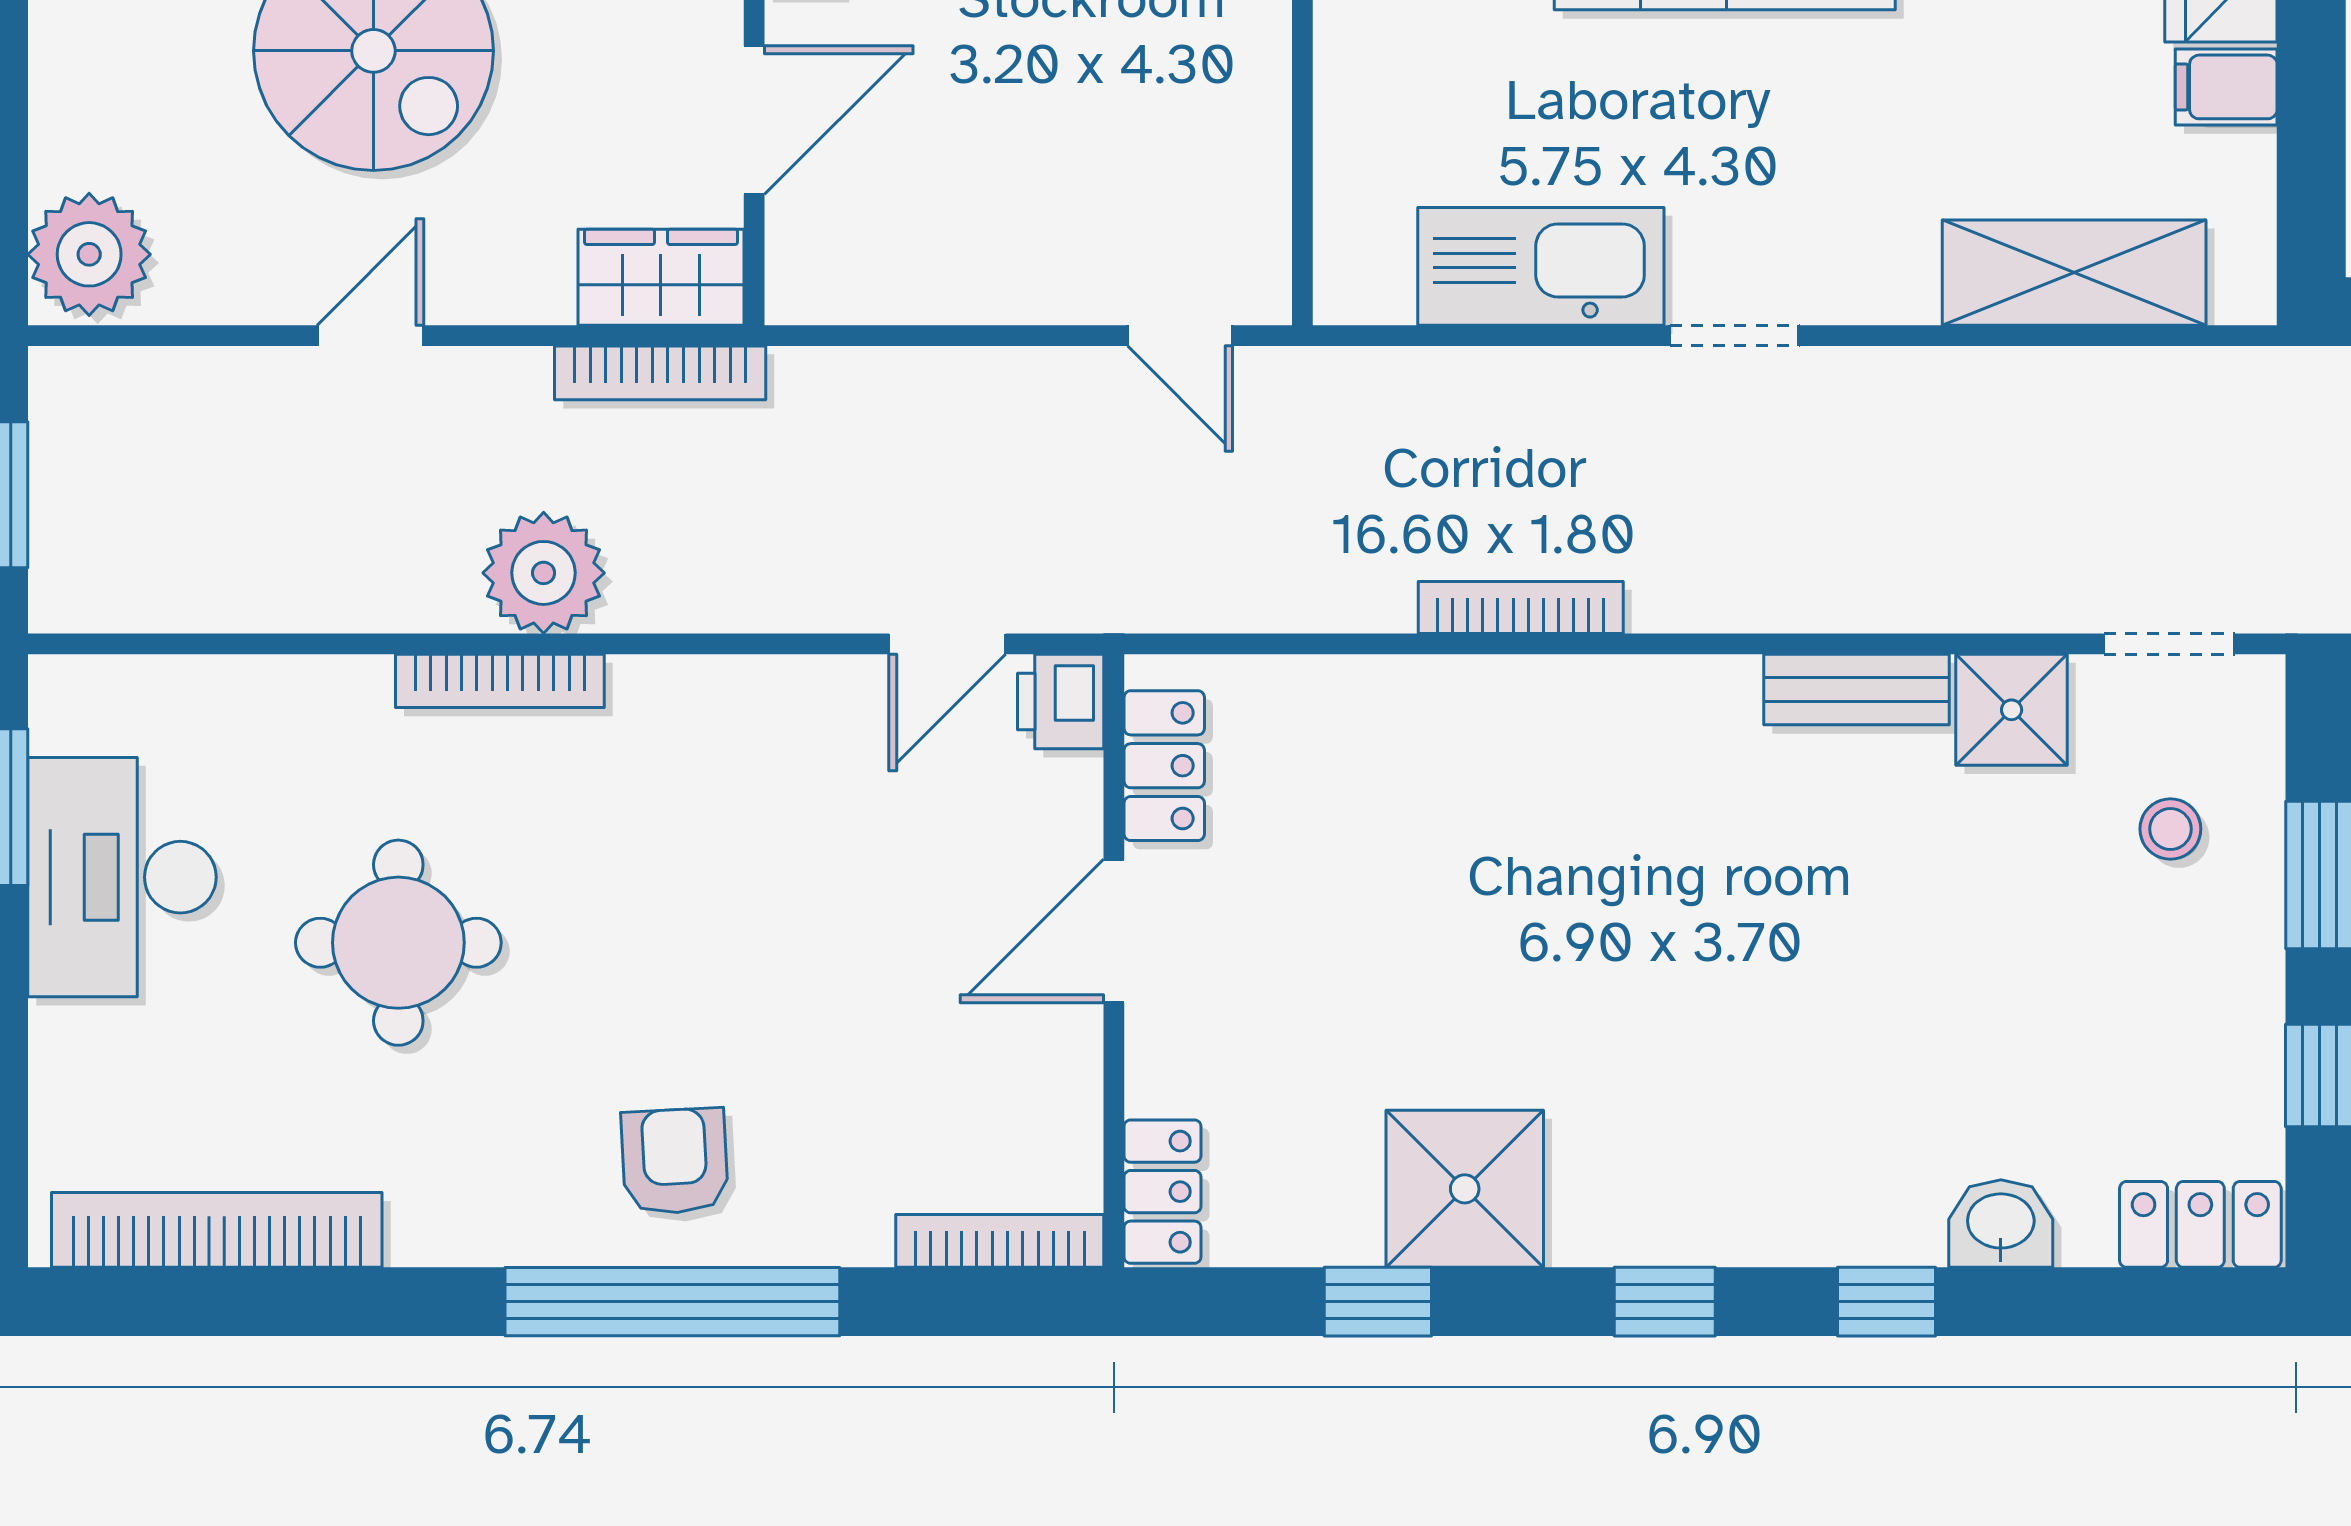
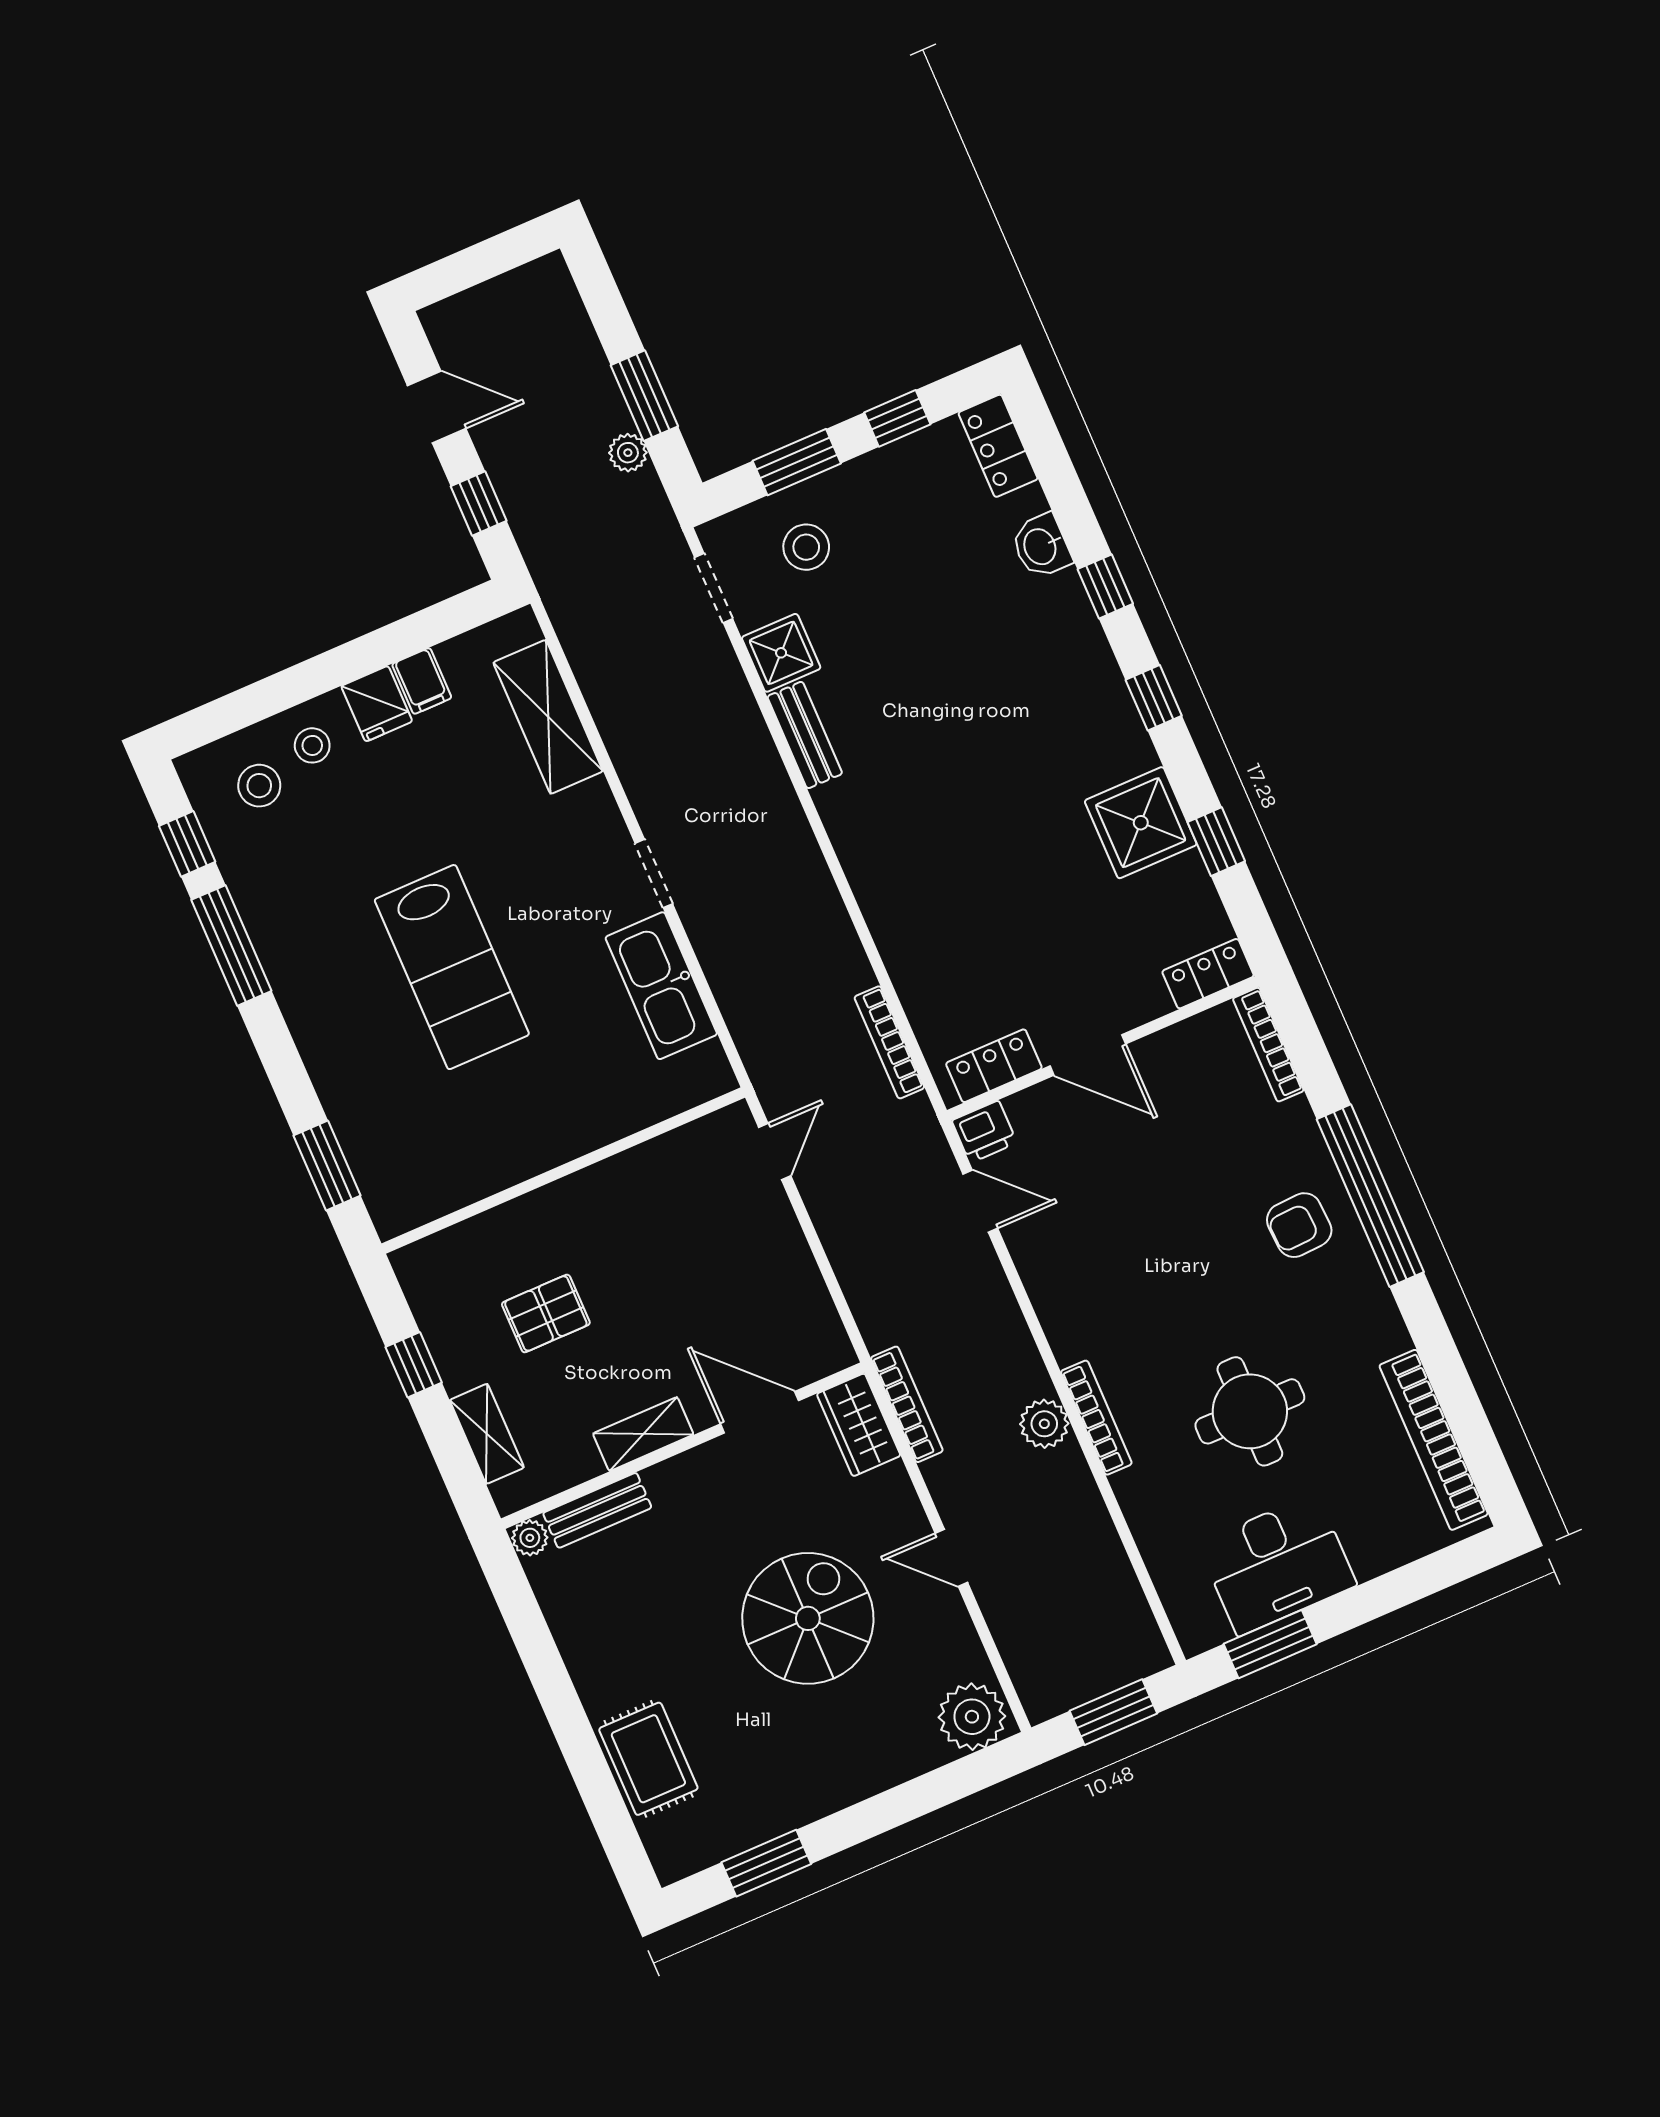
plant: (544, 573) -> (1044, 1424), width x0.73, depth x0.73
bookcase: (1521, 607) -> (889, 1042), moved
stool: (2170, 829) -> (806, 547), width x1.37, depth x1.37

